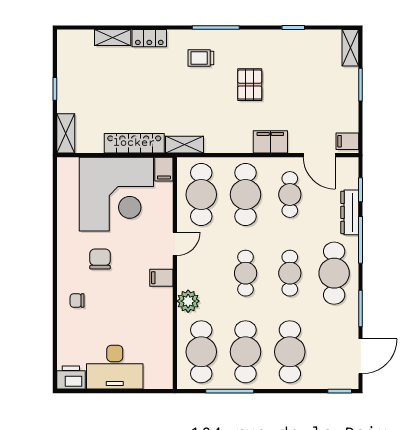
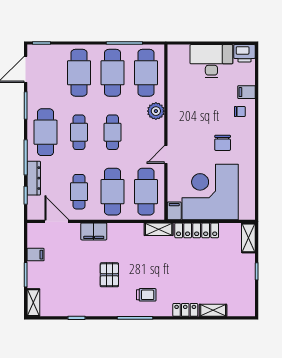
filing cabinet: (347, 141) -> (35, 255), moved
filing cabinet: (161, 278) -> (246, 92), moved, turned 180

